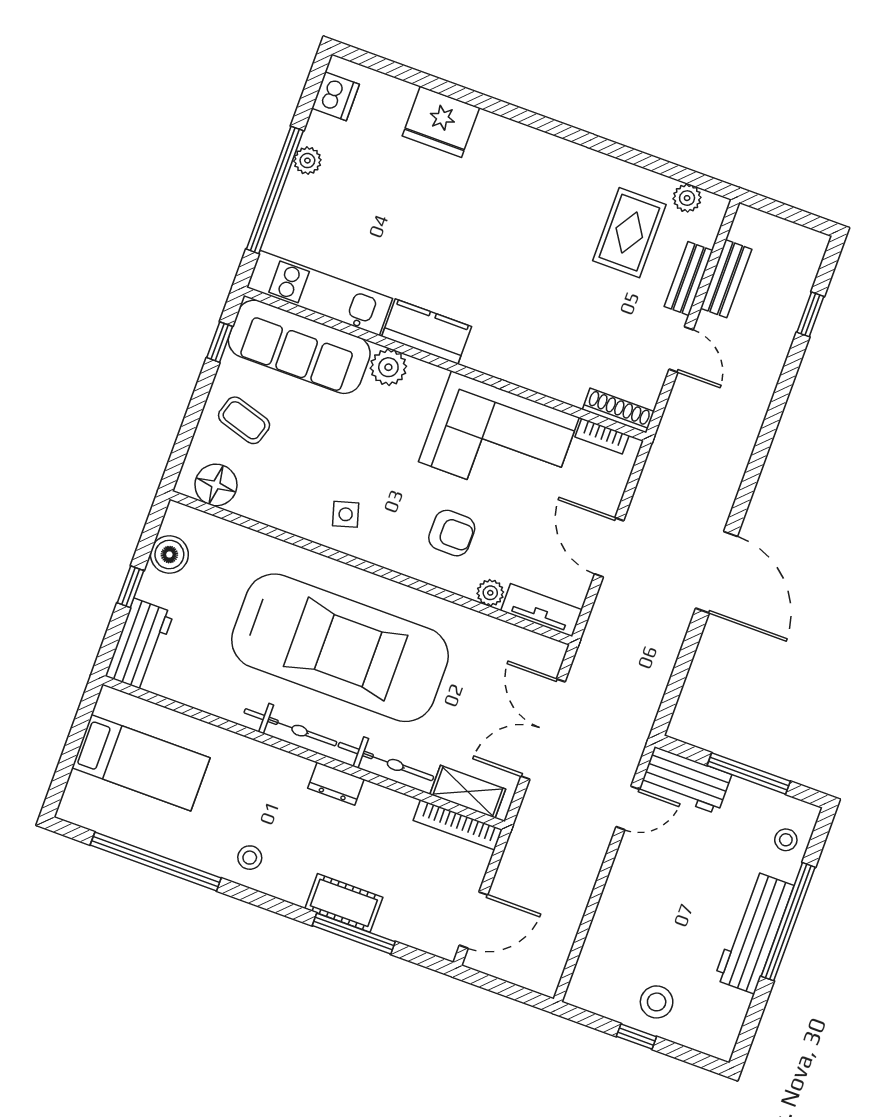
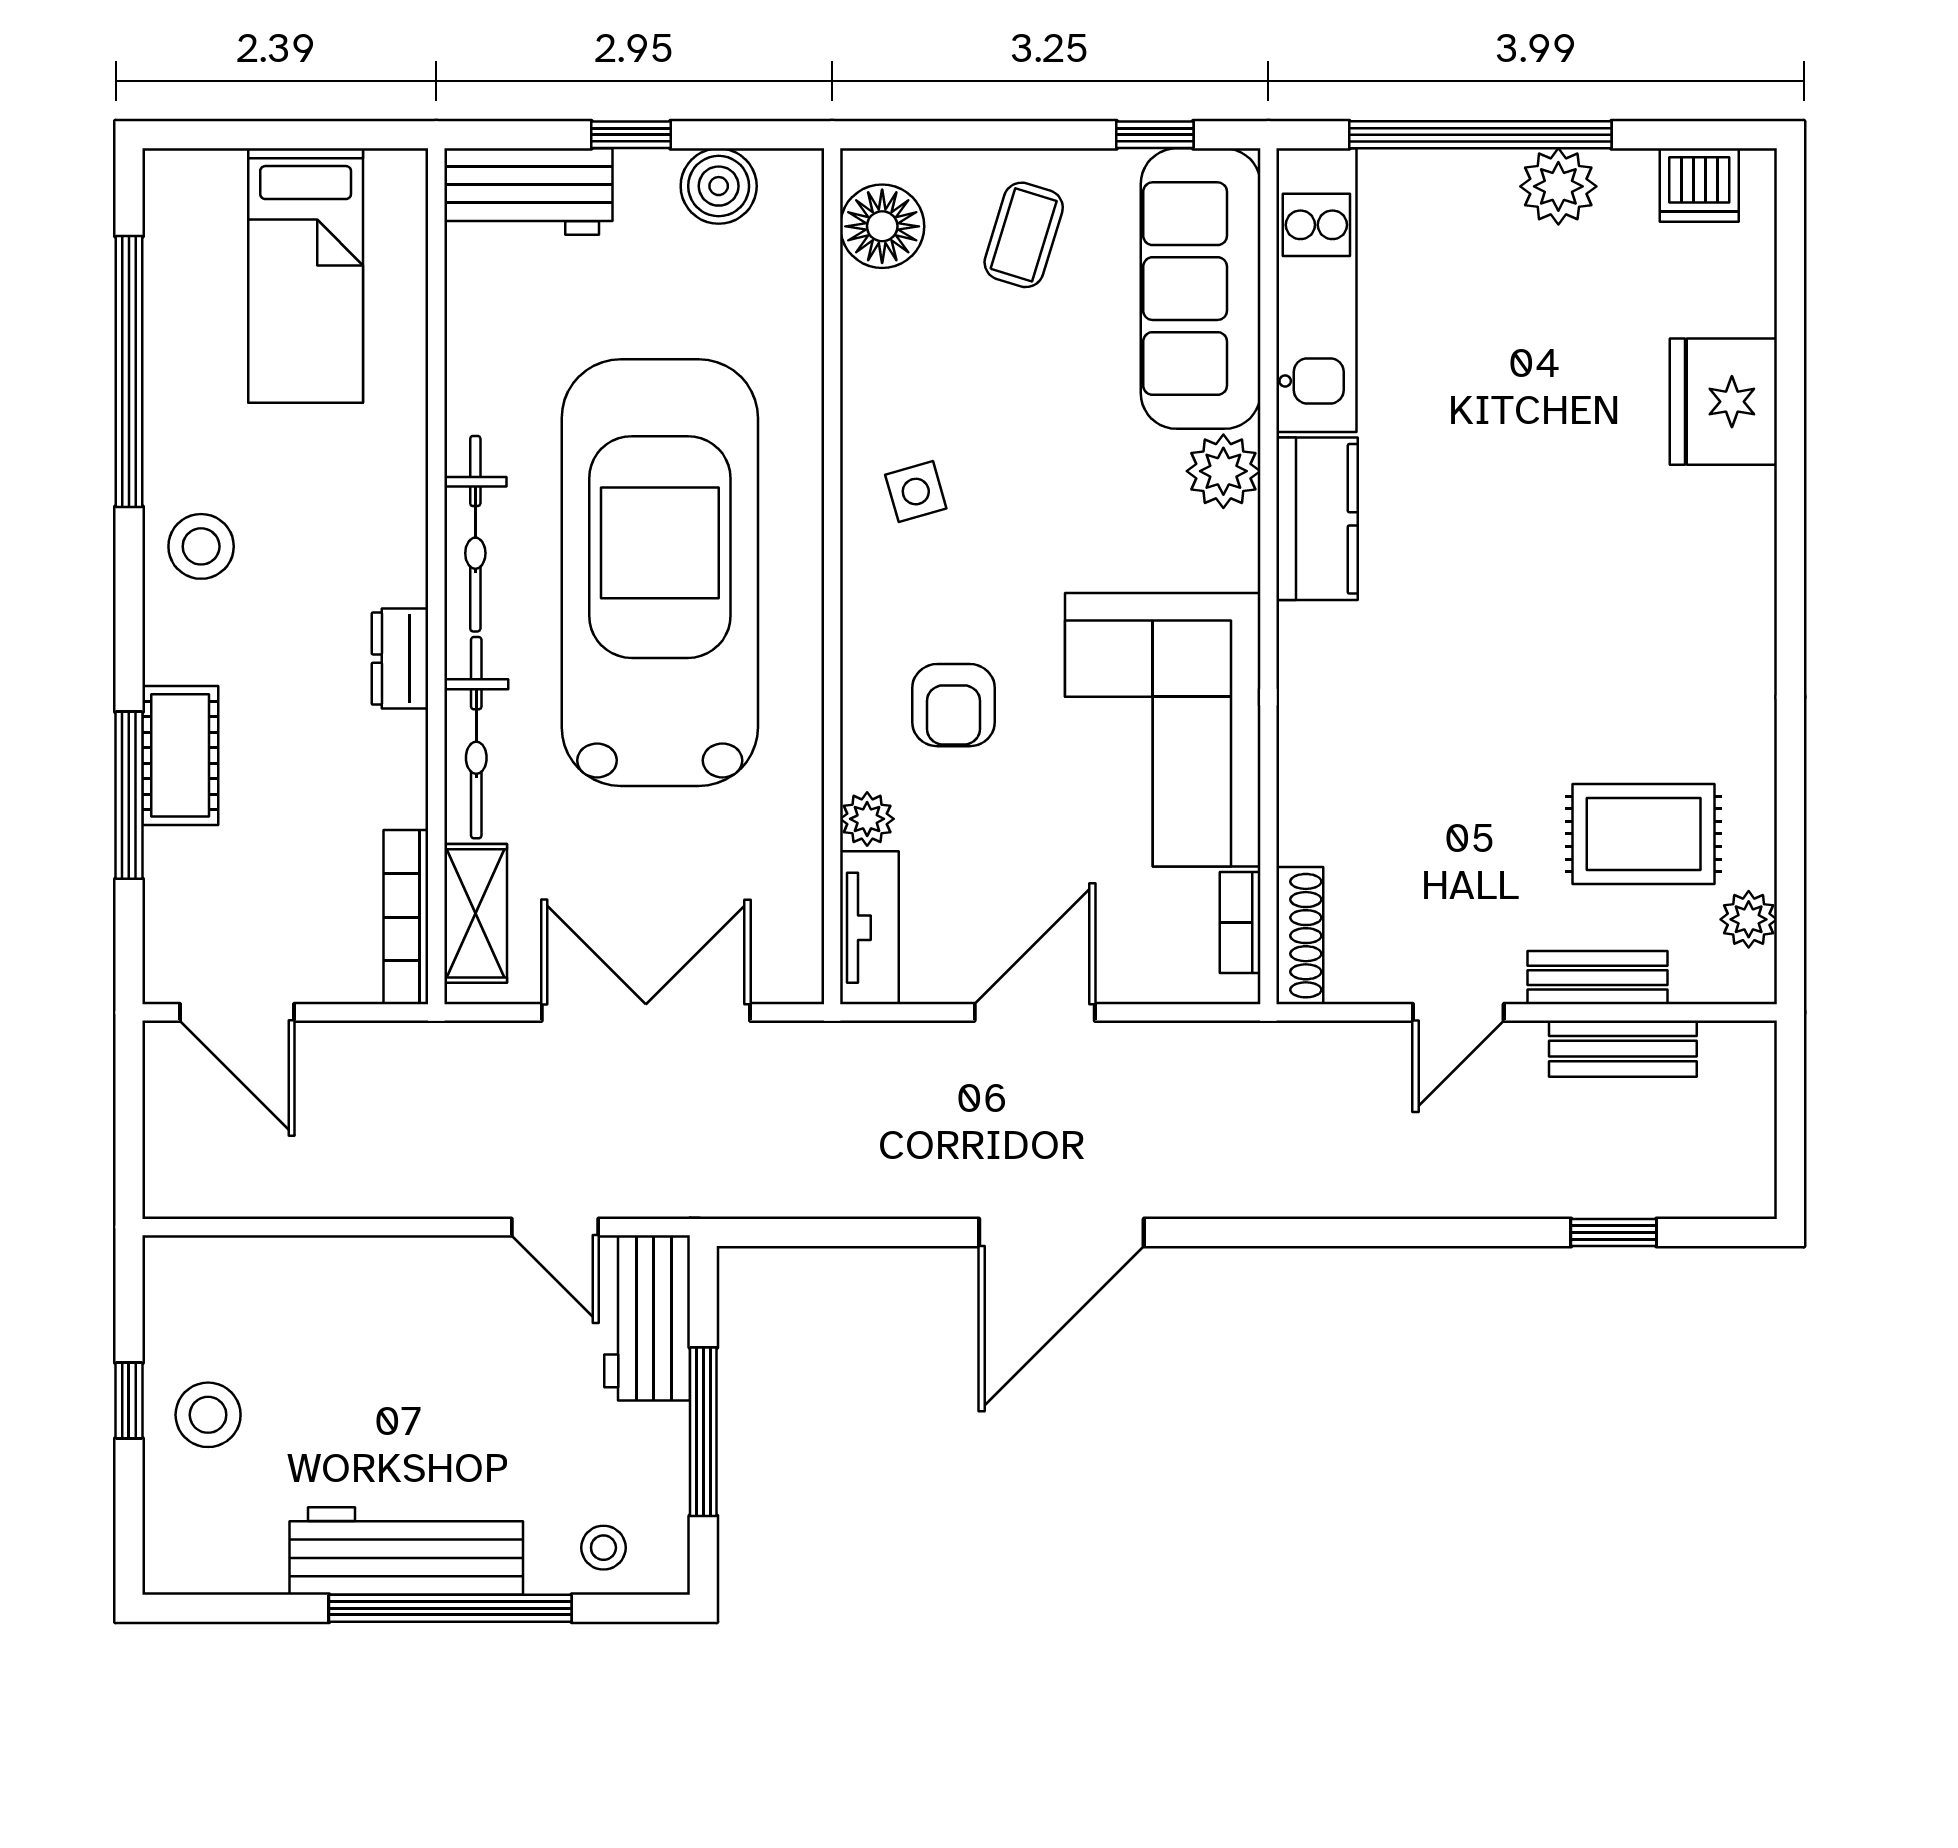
plant: (307, 161) -> (1558, 186), width x1.38, depth x1.38
car: (340, 648) -> (660, 573), turned 180
stool: (250, 858) -> (201, 546), width x1.37, depth x1.37

